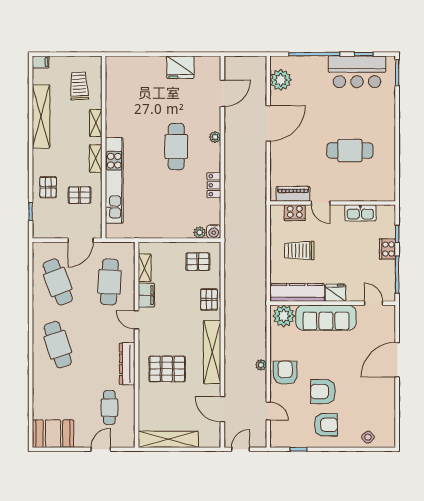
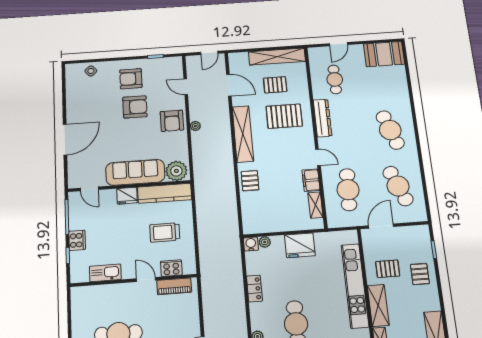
shelving: (96, 159) -> (378, 305), width x1.50, depth x1.33
fridge: (165, 226) -> (300, 245), added
trolley: (299, 251) -> (165, 232), turned 180
pallet: (198, 262) -> (275, 85), moved

